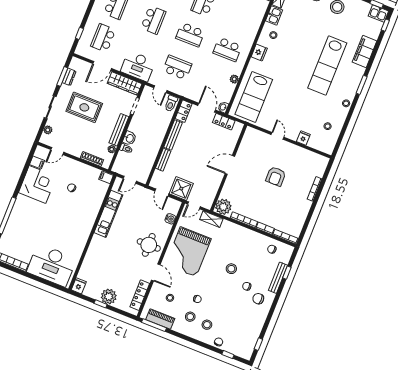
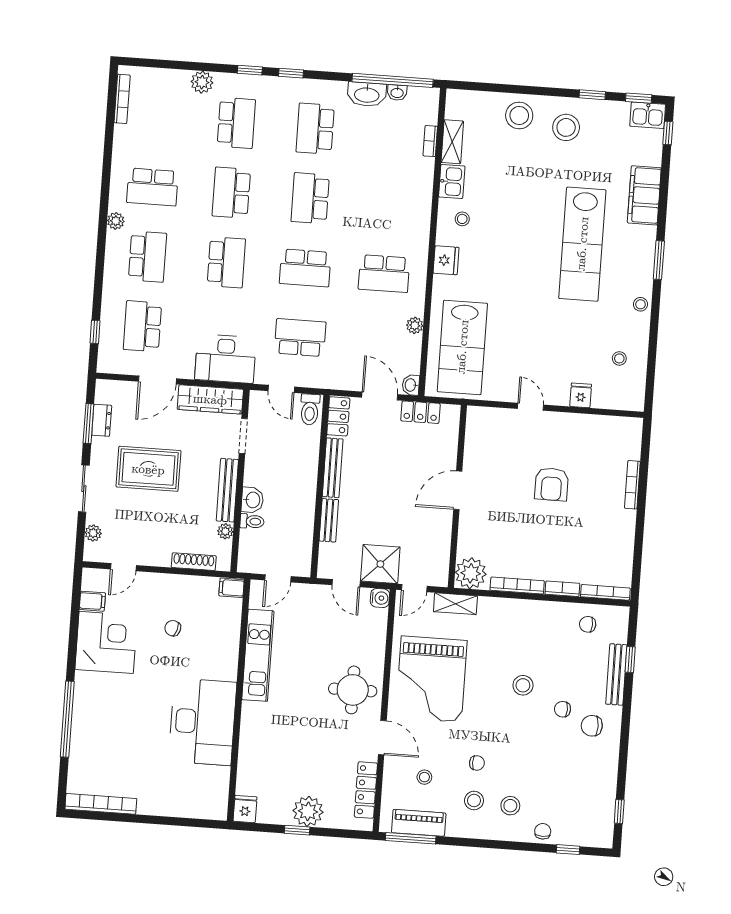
water cooler: (170, 219) -> (380, 598), moved
desk: (52, 265) -> (203, 722), moved, turned -90

